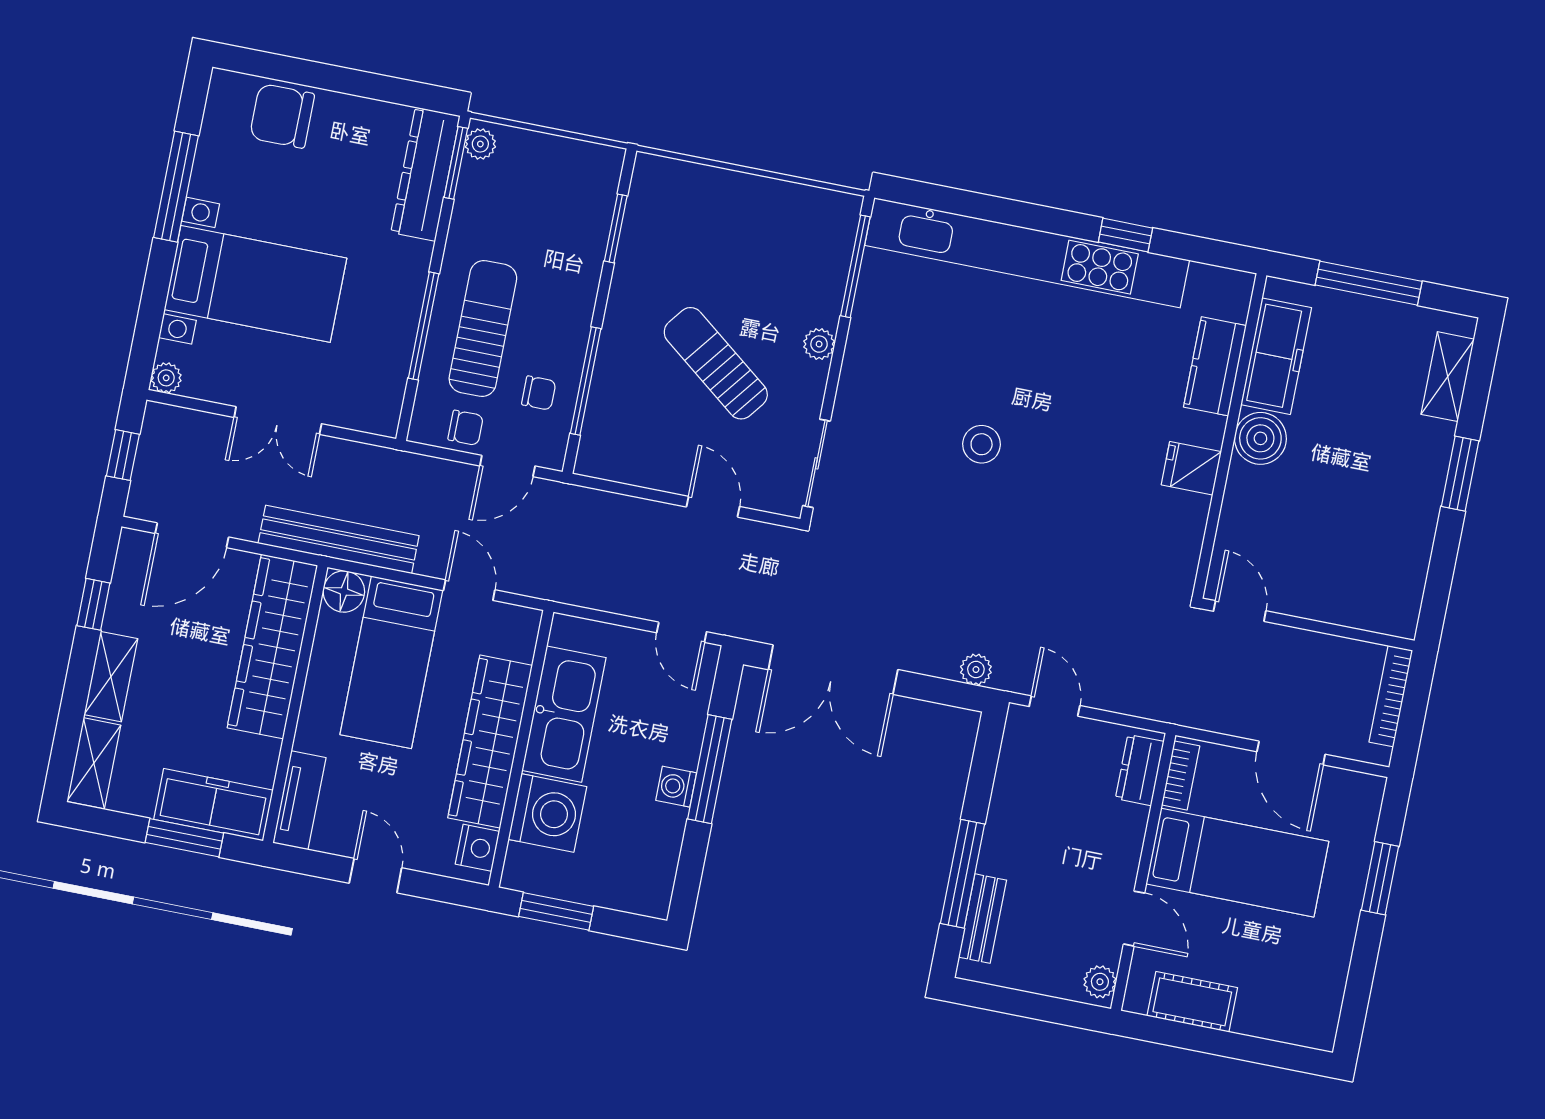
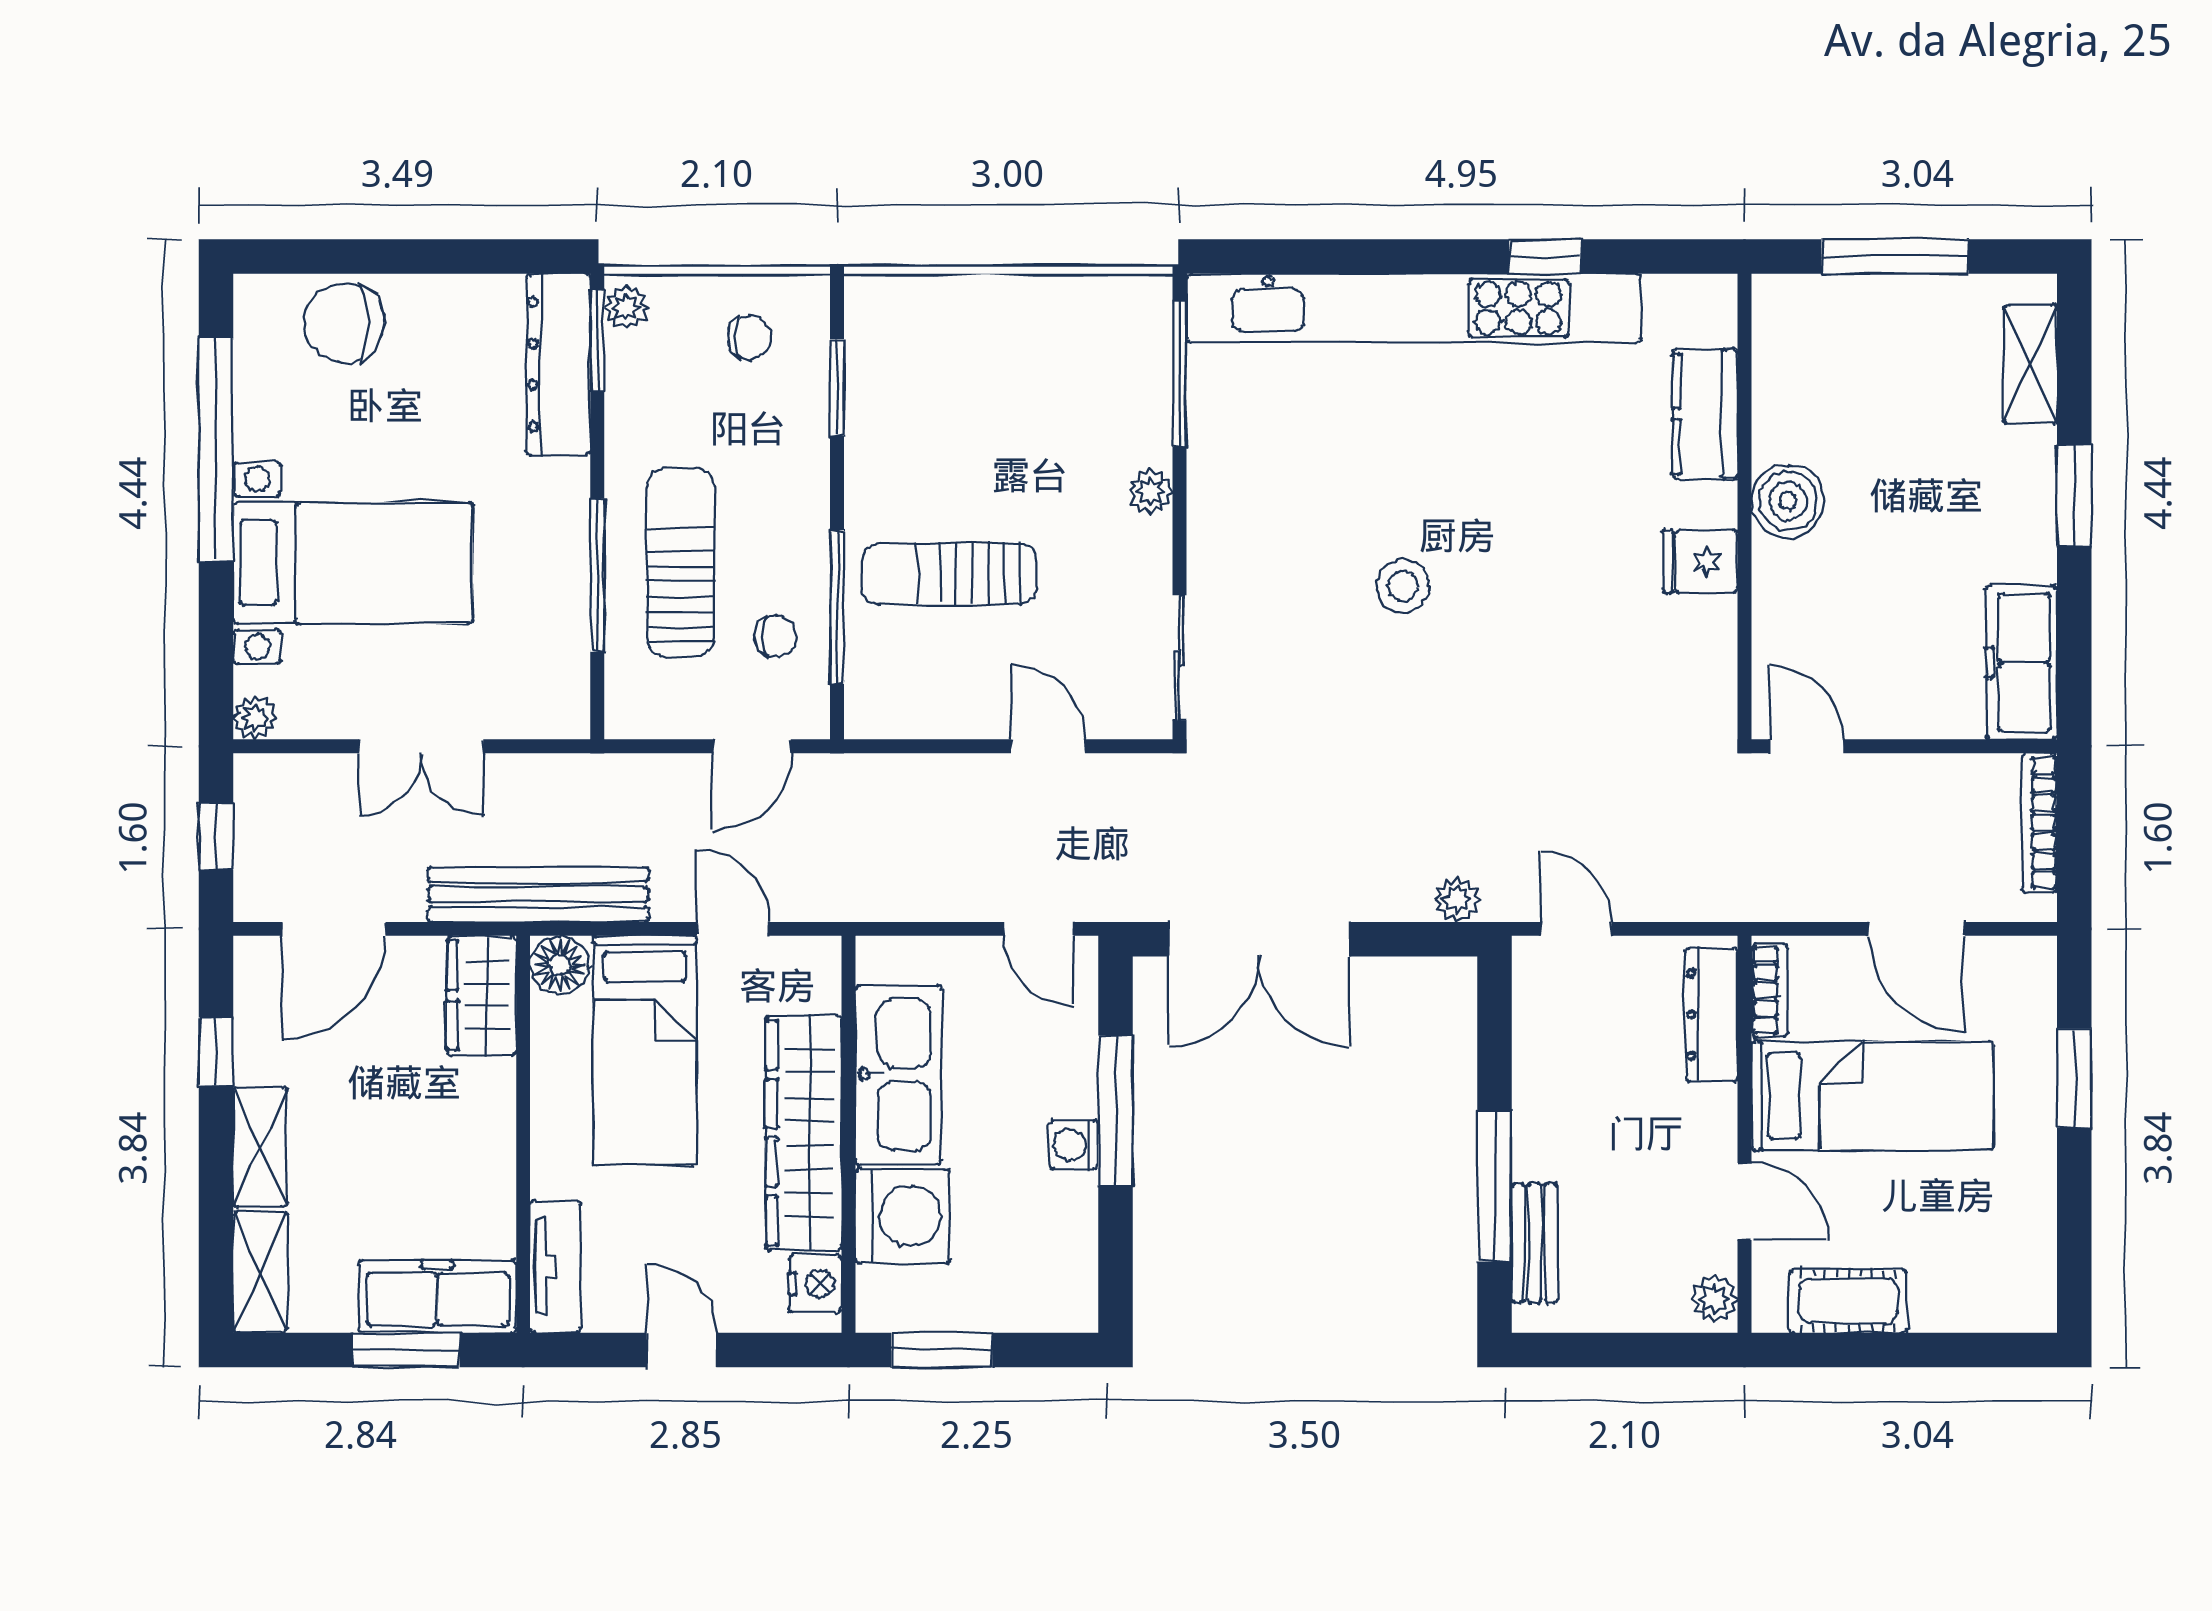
window: (176, 187) -> (216, 450), width x1.46
freezer: (1276, 356) -> (2021, 662), moved, turned 180
sun lounger: (716, 363) -> (949, 573), moved, turned -38
chair: (466, 428) -> (749, 338), moved
wardrobe: (272, 646) -> (482, 995), width x0.48, depth x0.85
dresser: (1140, 770) -> (1712, 1014), width x1.44

